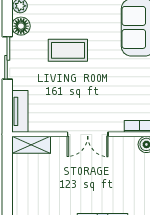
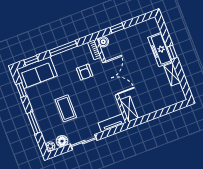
armchair: (112, 99) -> (85, 72), added
double door: (88, 134) -> (110, 78), width x1.37

